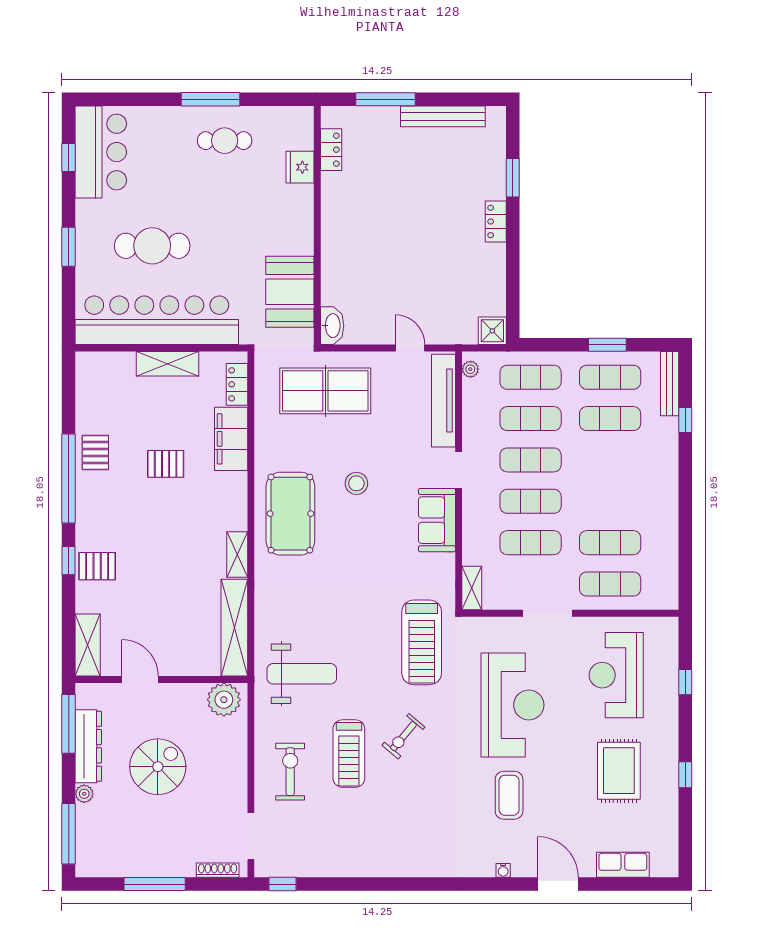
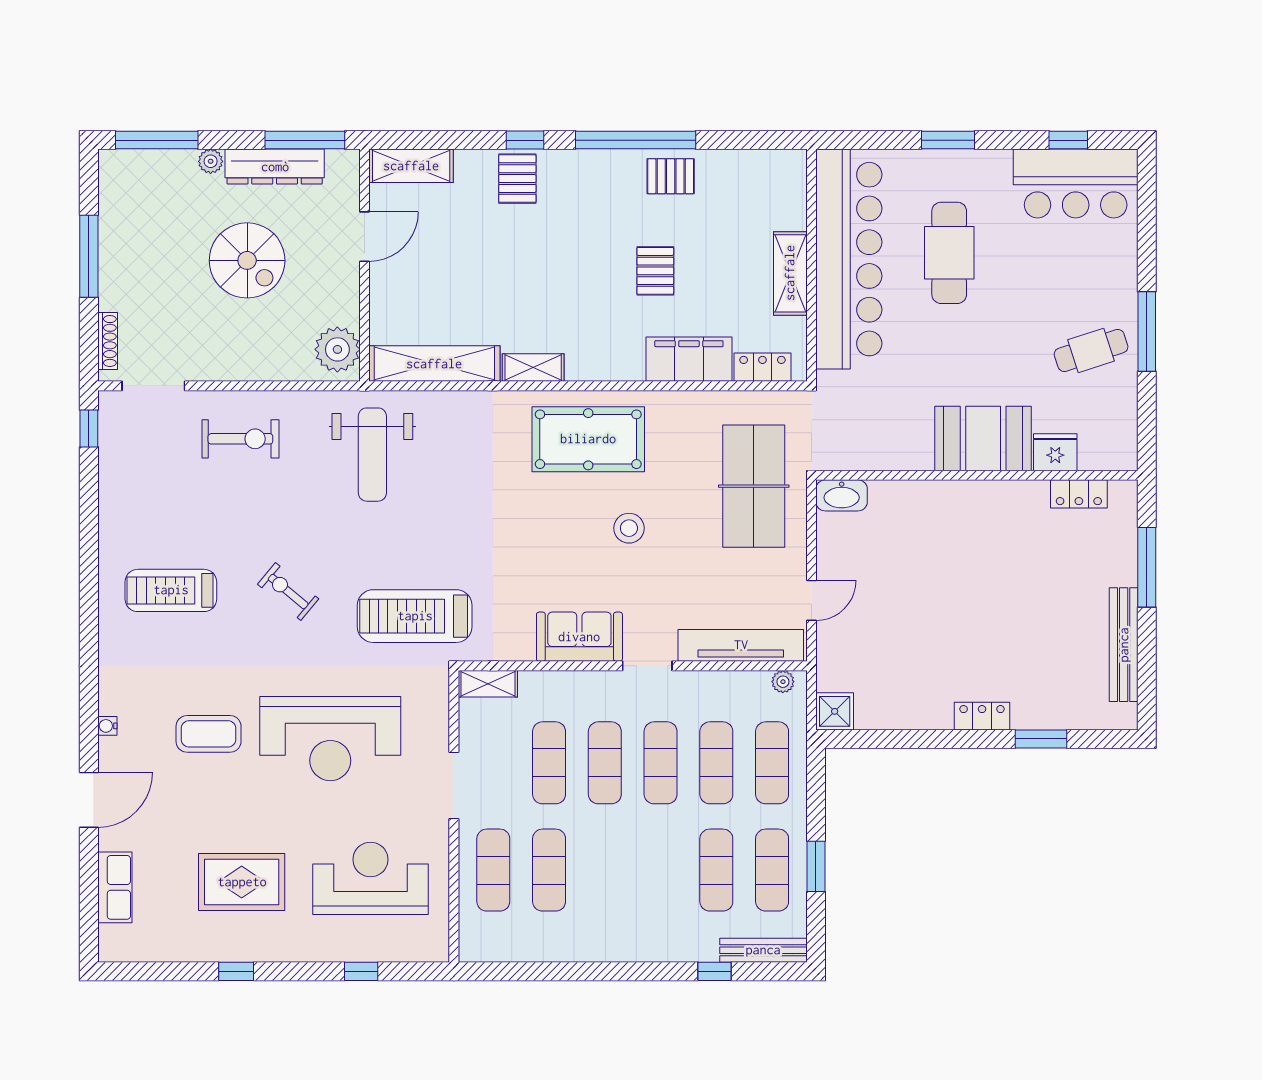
cafe table: (225, 141) -> (1091, 350), turned 72
booth: (290, 292) -> (983, 439), moved
treadmill: (349, 754) -> (171, 590), moved

